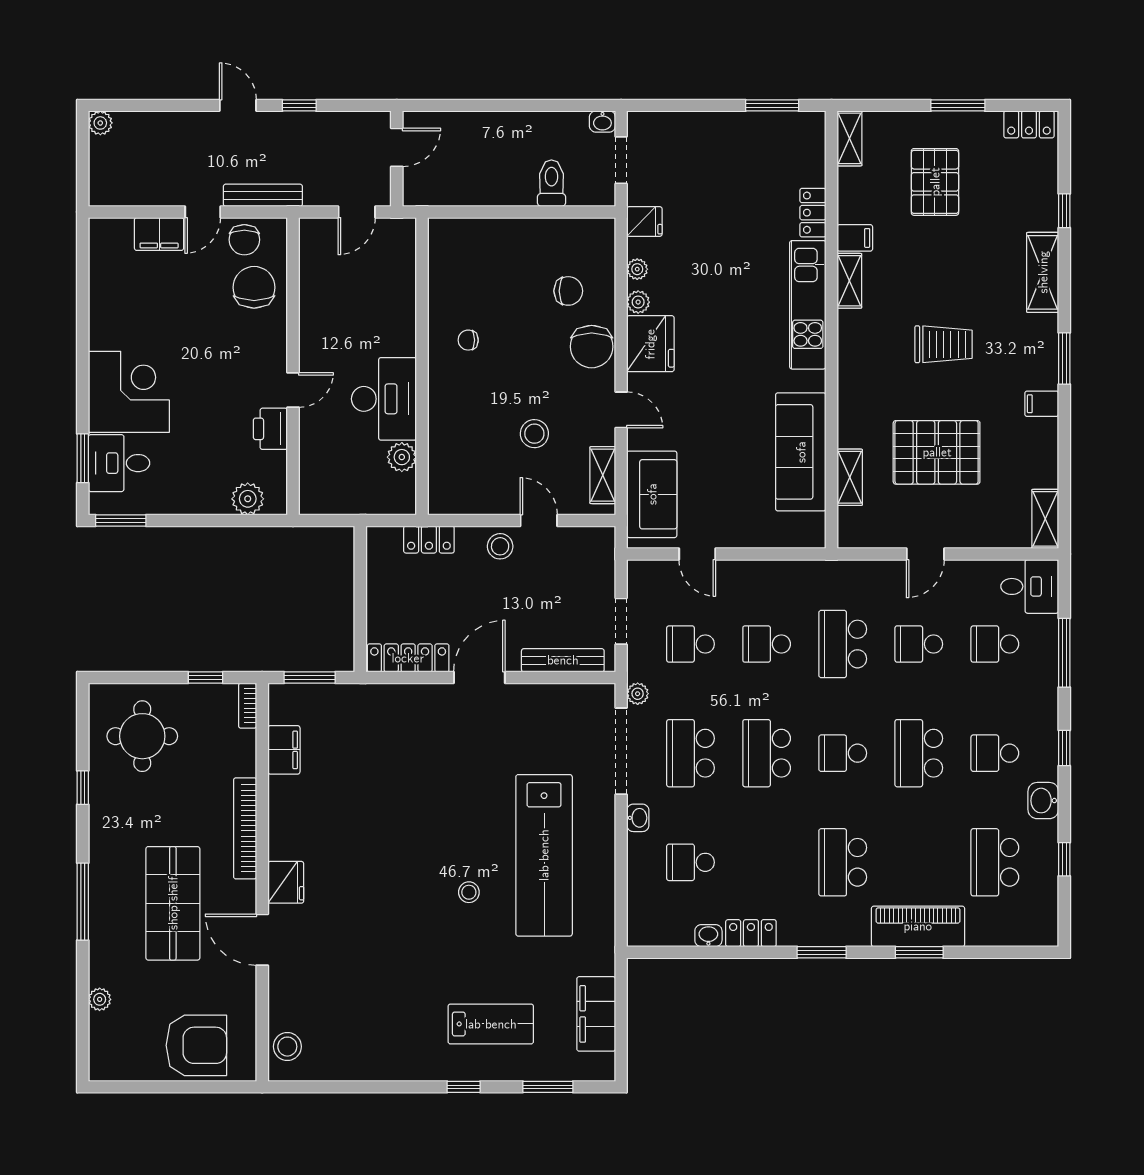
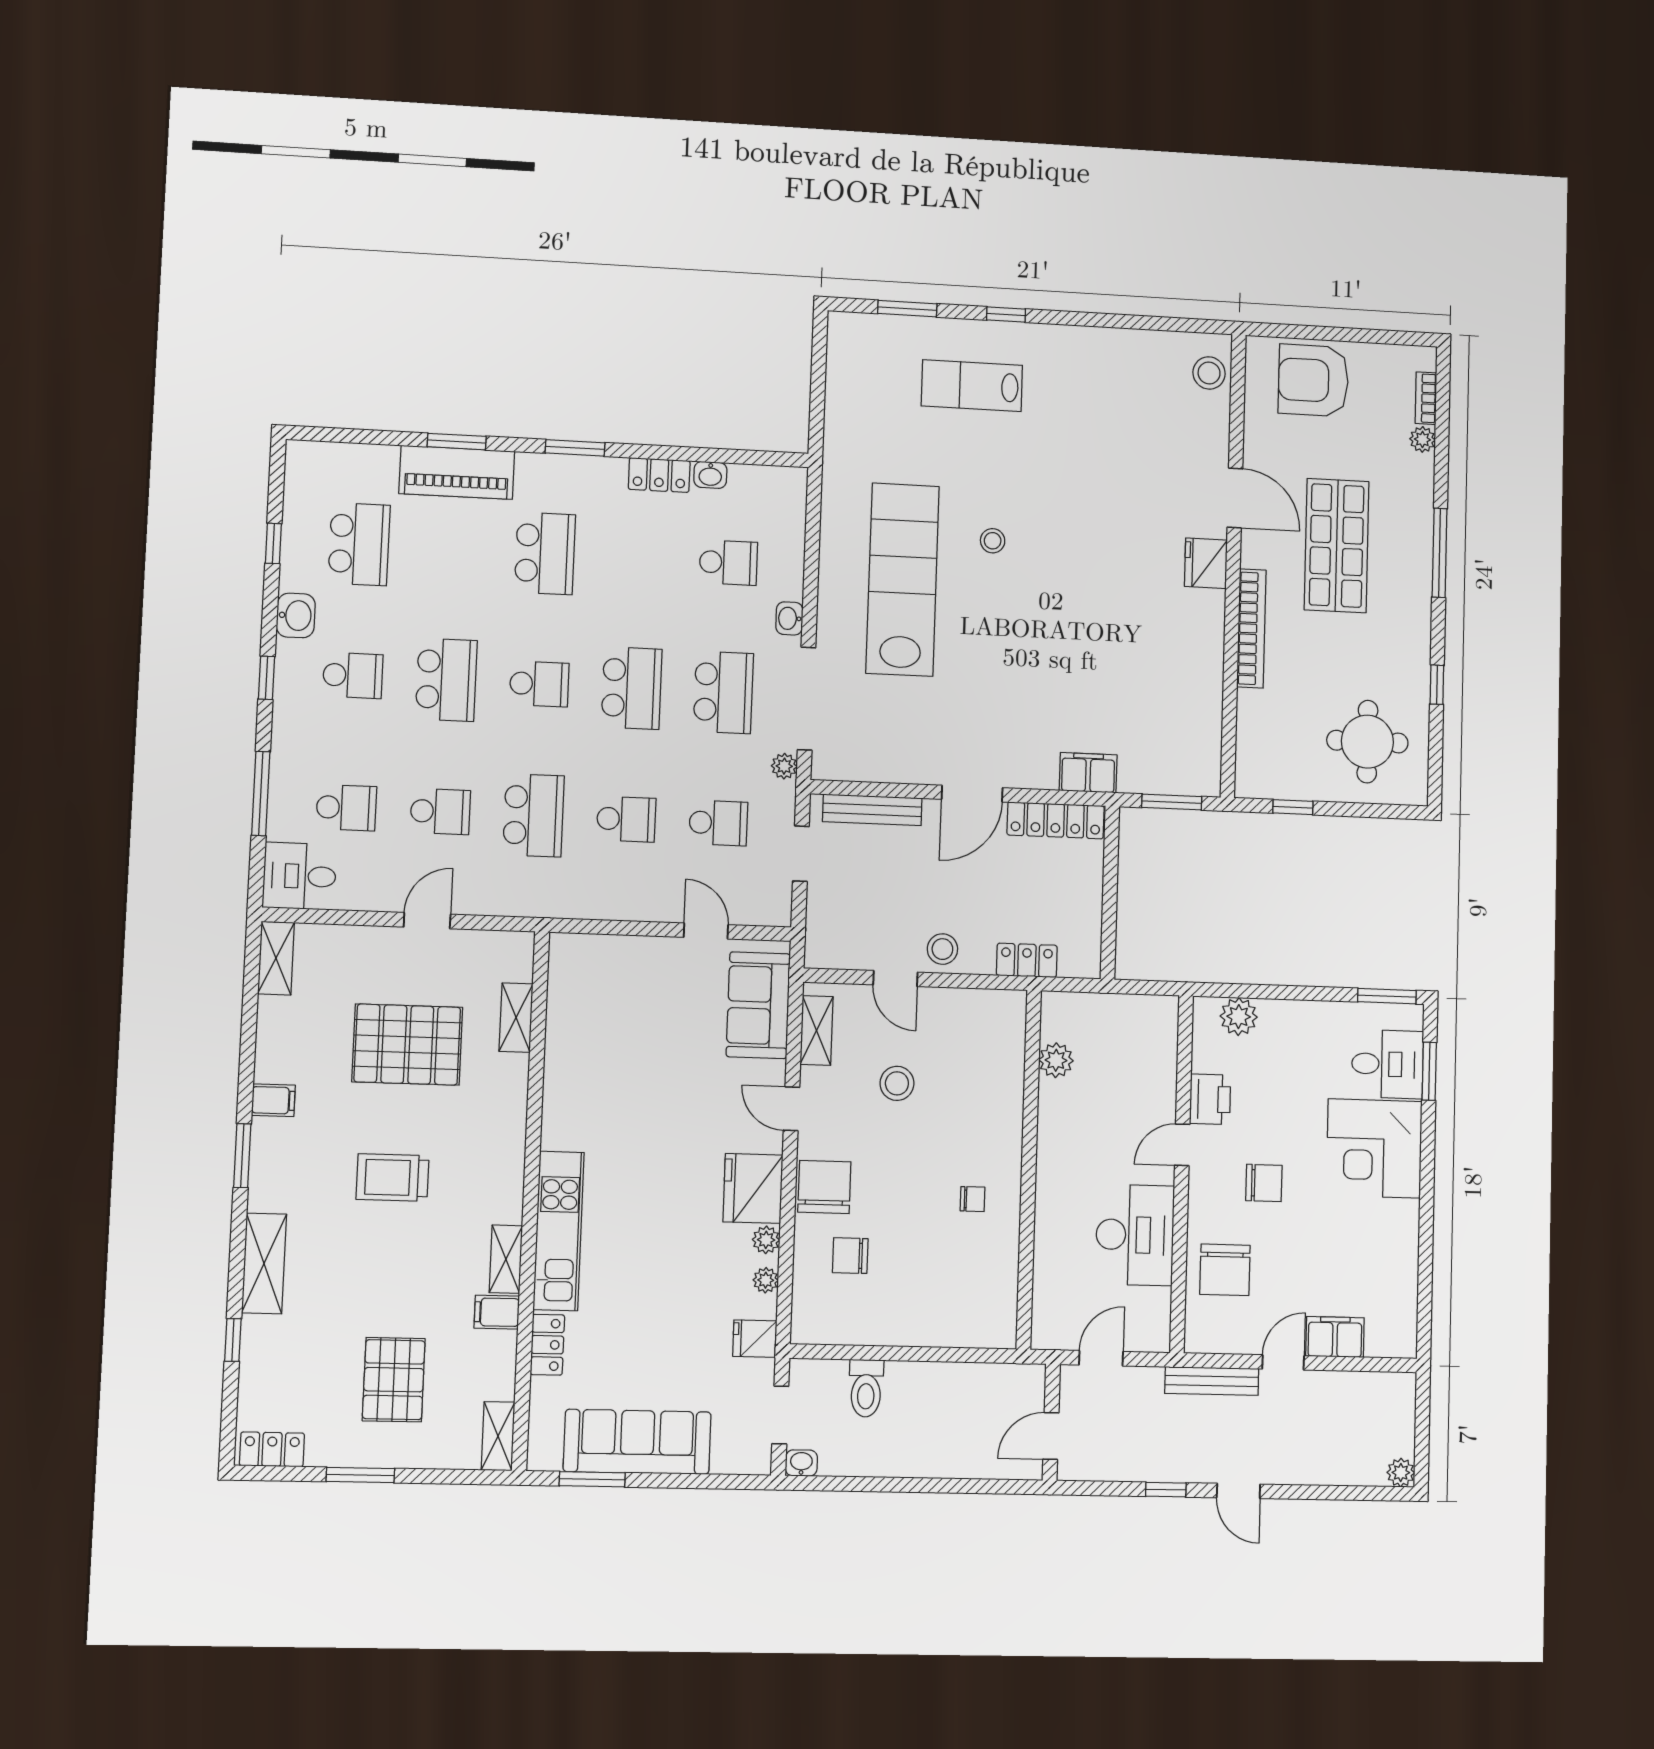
chair: (244, 240) -> (1264, 1183), moved, turned 90
desk: (384, 399) -> (1135, 1235), moved, turned 180
sofa: (801, 452) -> (637, 1442), moved, turned -90
bookcase: (248, 706) -> (1426, 398), moved, turned 180
filing cabinet: (284, 750) -> (1088, 773), moved, turned 90
filing cabinet: (596, 1014) -> (847, 390), removed

